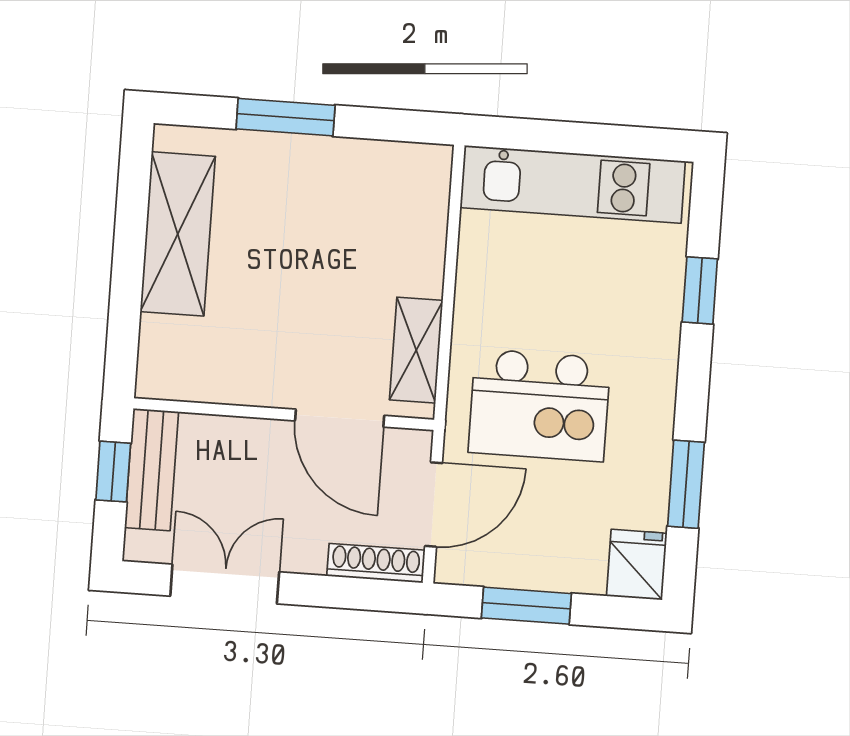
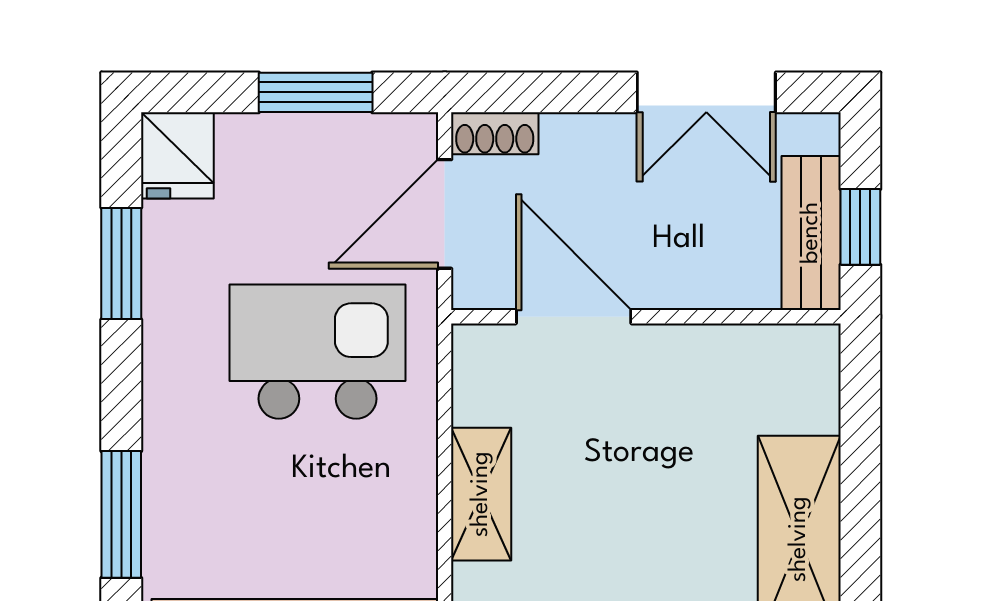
window: (700, 290) -> (121, 514), width x1.50
shelving: (416, 350) -> (481, 494), moved
shoe rack: (376, 563) -> (495, 133), width x0.70

